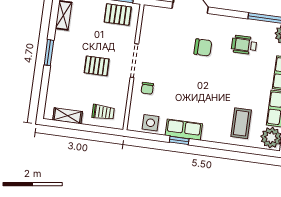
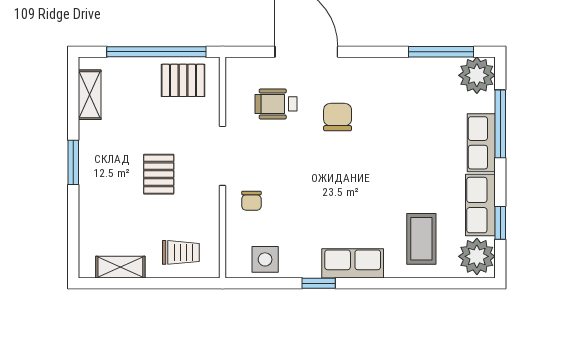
wheelchair: (244, 45) -> (276, 104), moved
chair: (203, 47) -> (338, 117), turned -90
pallet: (97, 66) -> (159, 174), turned 90
row of seats: (184, 130) -> (353, 263), moved

